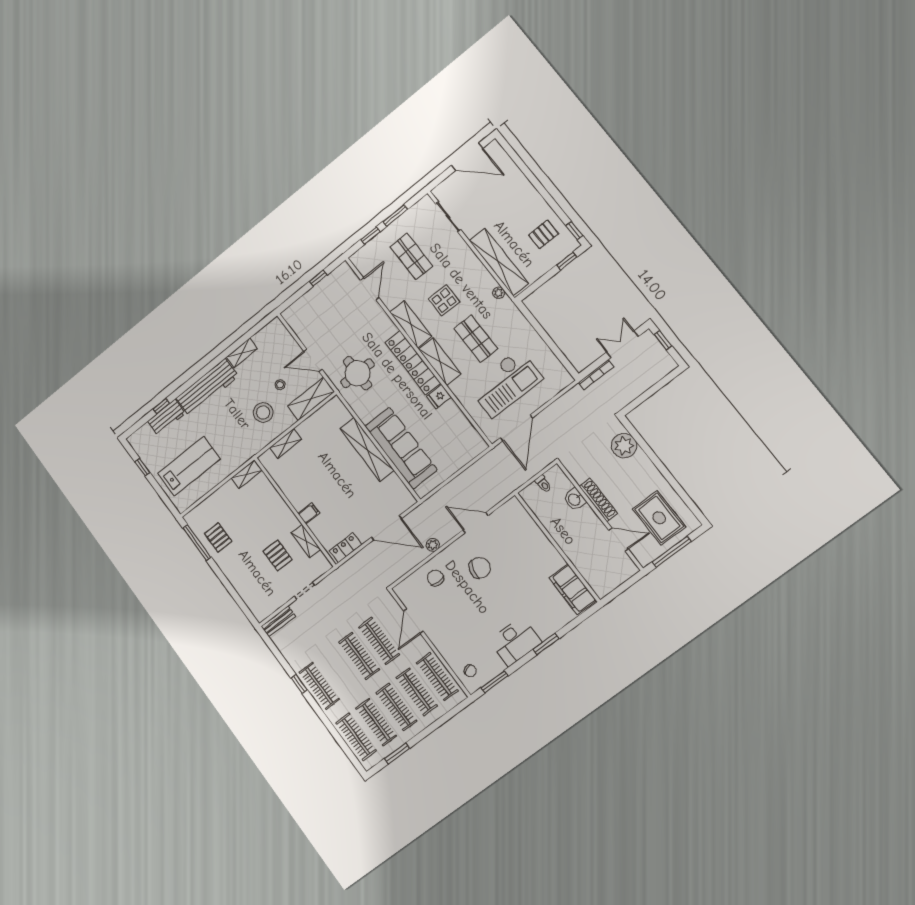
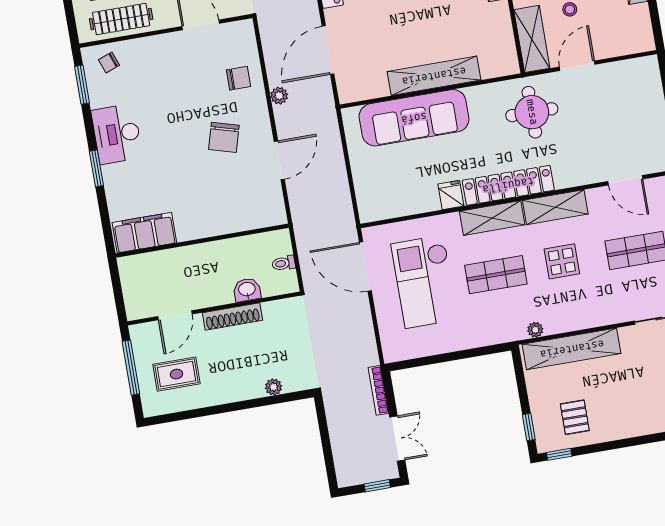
plant: (624, 446) -> (273, 387), width x0.53, depth x0.53
rug: (659, 518) -> (177, 374), width x0.73, depth x0.70

